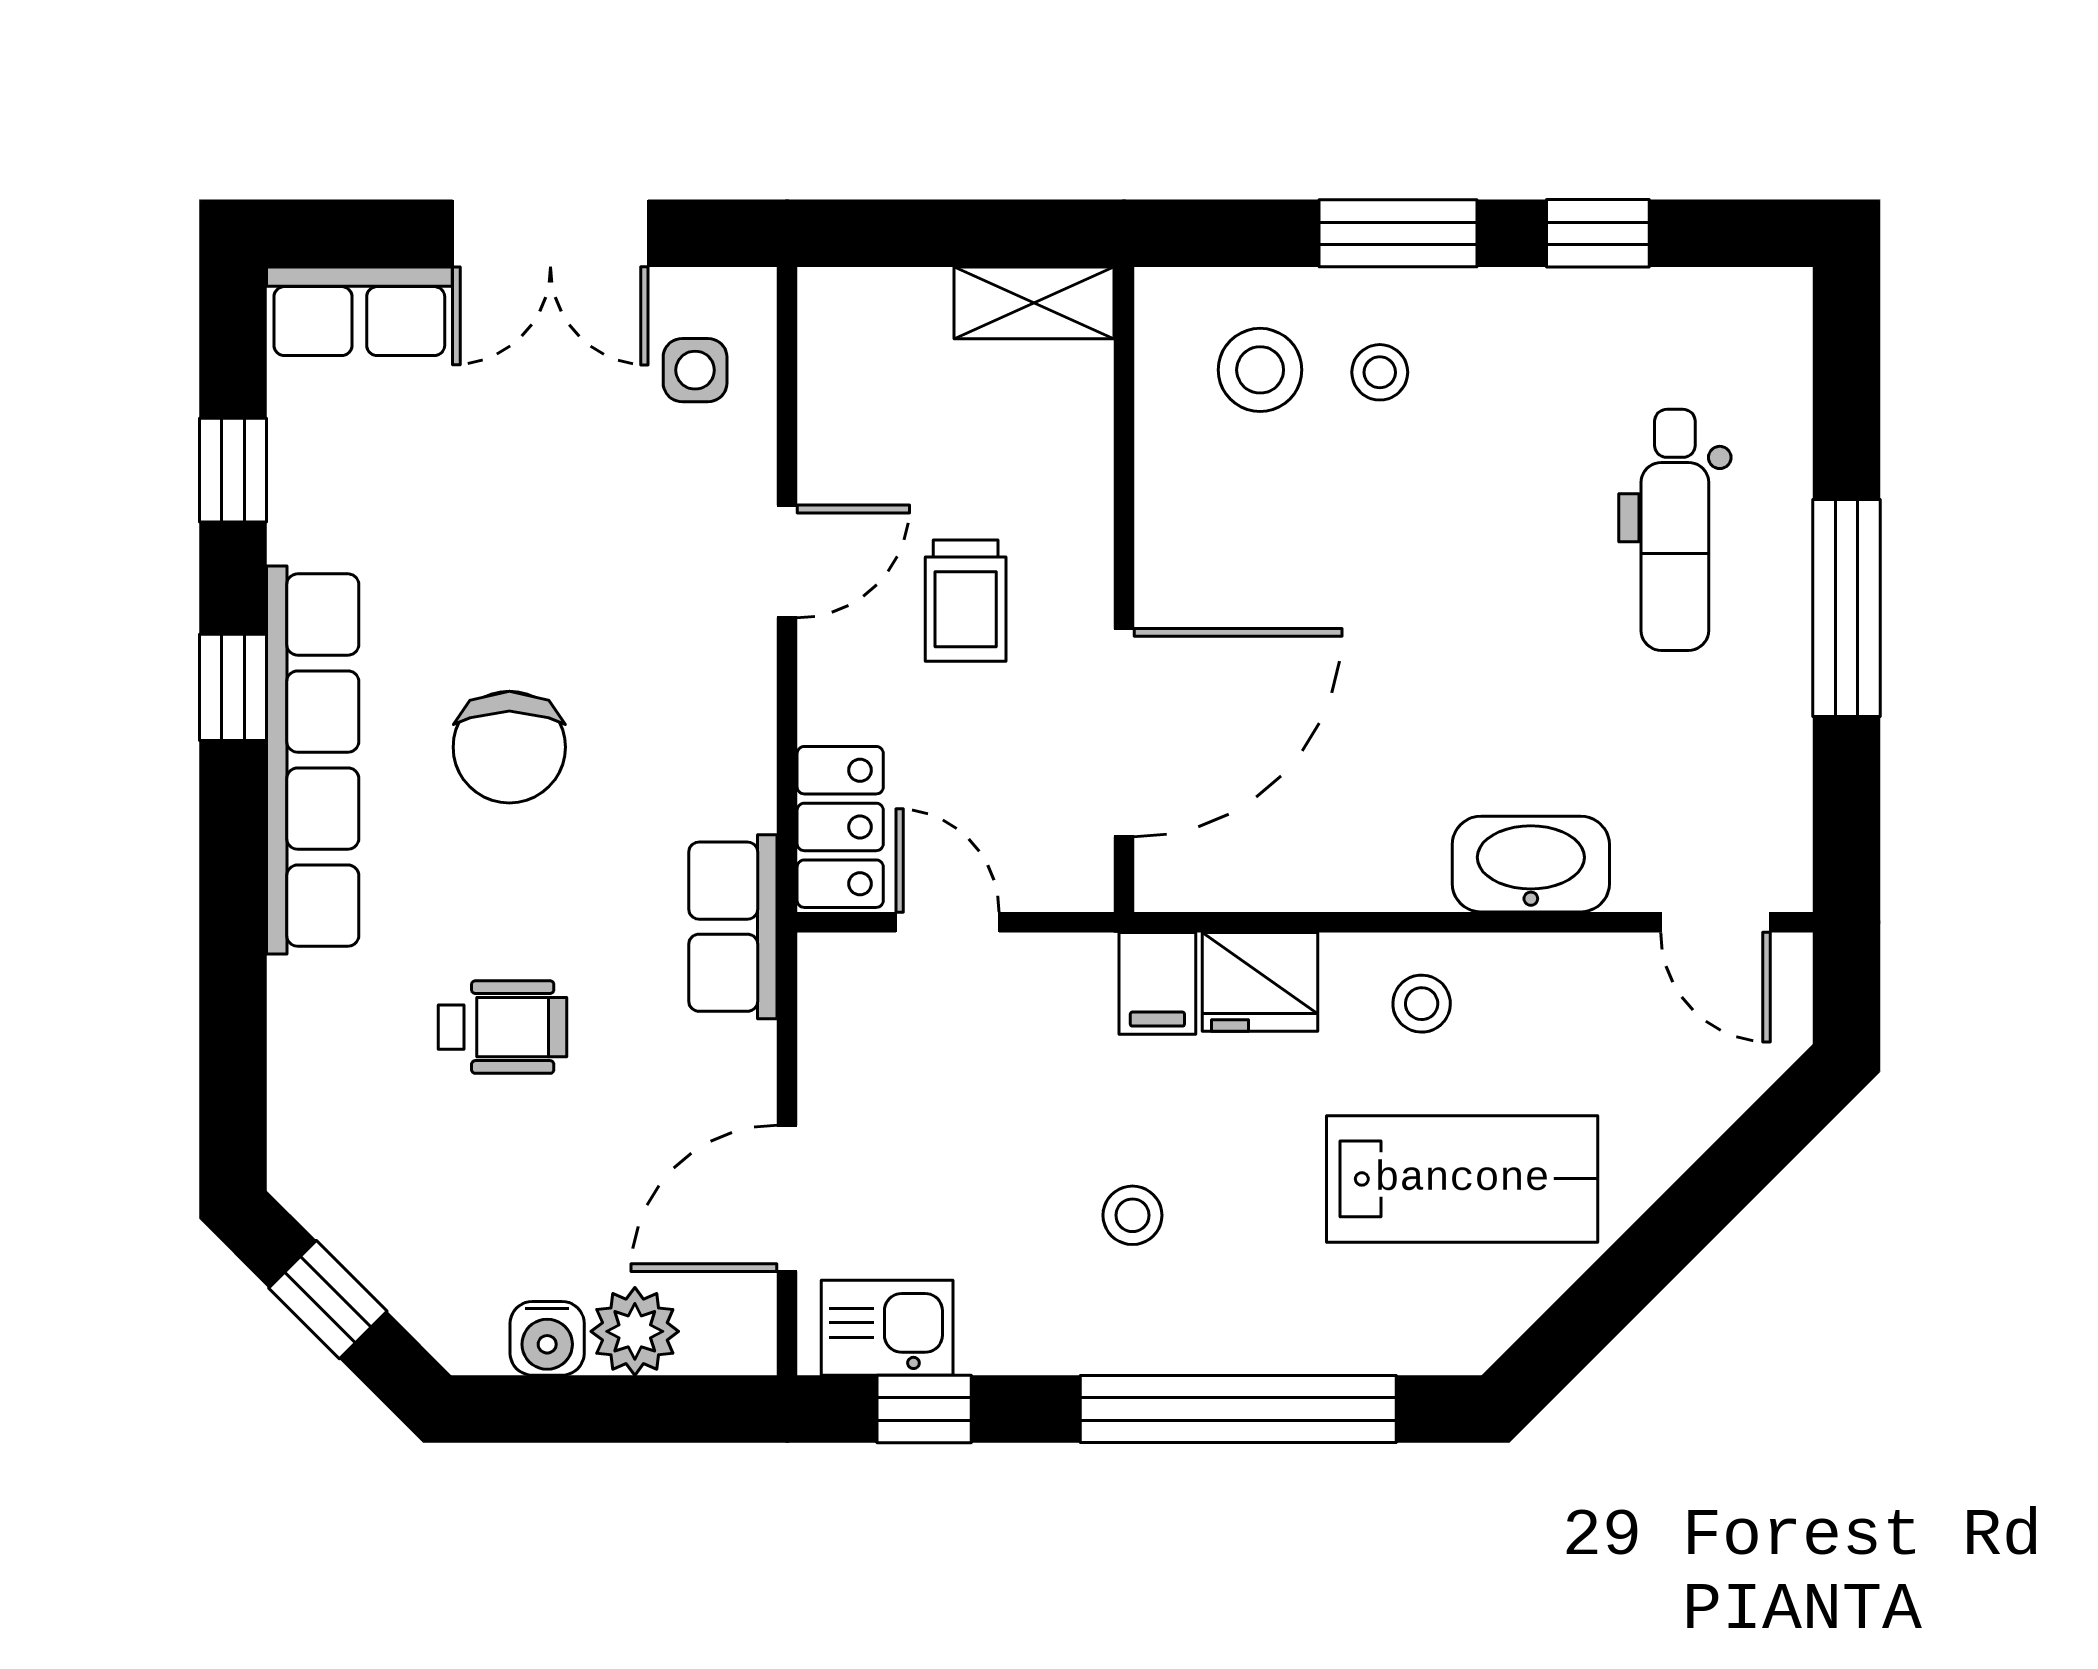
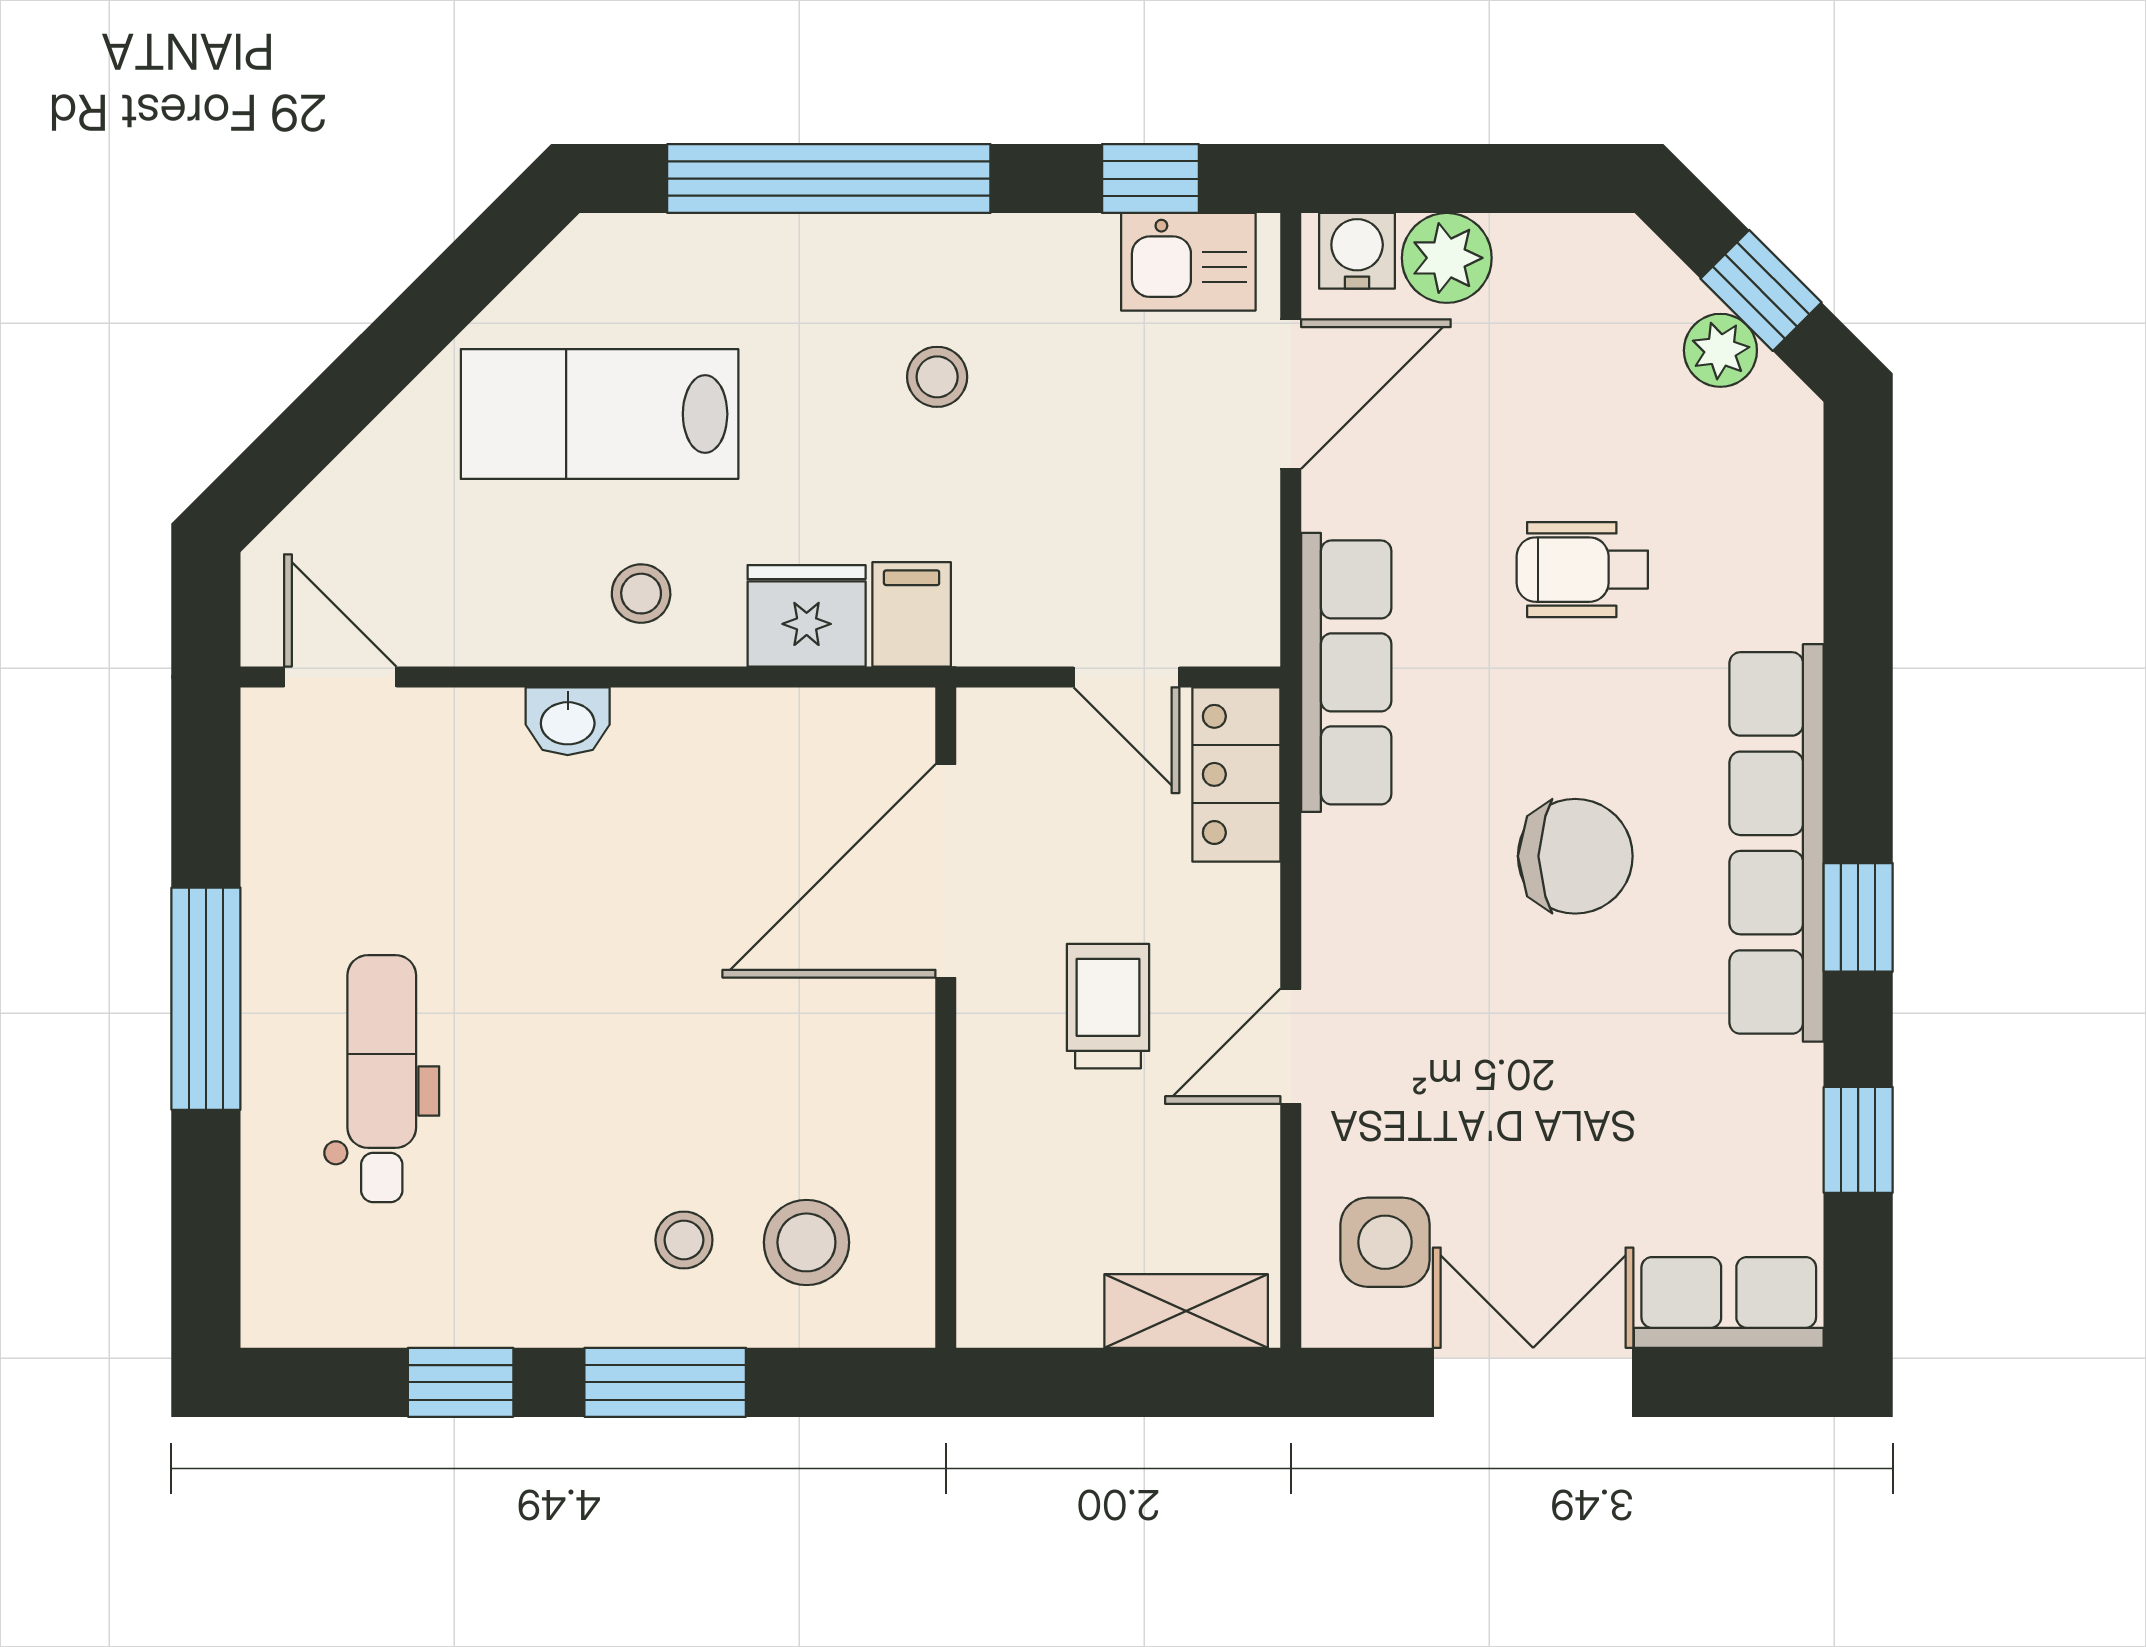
shelving: (1034, 303) -> (1186, 1311), moved
side table: (695, 370) -> (1385, 1242), width x1.37, depth x1.37
chair: (509, 747) -> (1575, 856), turned 90
washbasin: (1531, 864) -> (568, 721), width x0.52, depth x0.69
row of seats: (733, 927) -> (1346, 672), width x1.48
plant: (367, 1241) -> (1720, 350), added
water cooler: (547, 1338) -> (1357, 251), moved

